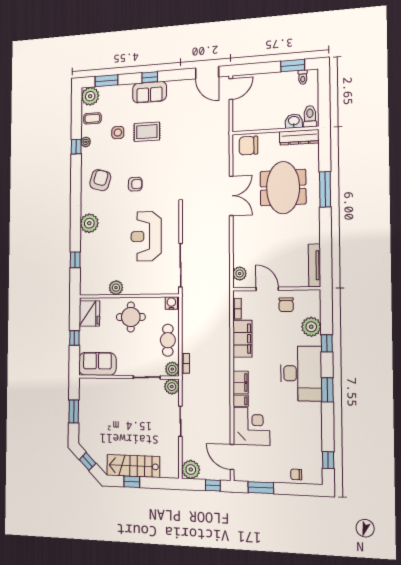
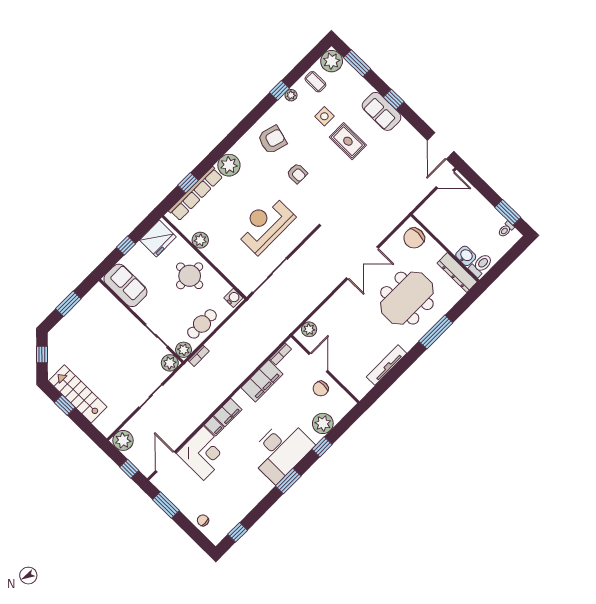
chair: (248, 146) -> (414, 238), turned -90
row of seats: (86, 262) -> (196, 194), added
tv unit: (315, 265) -> (386, 365), moved

